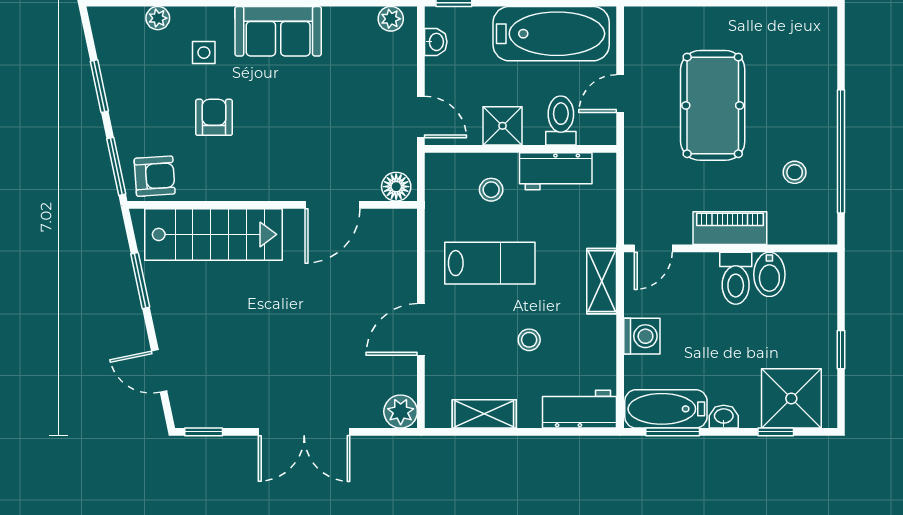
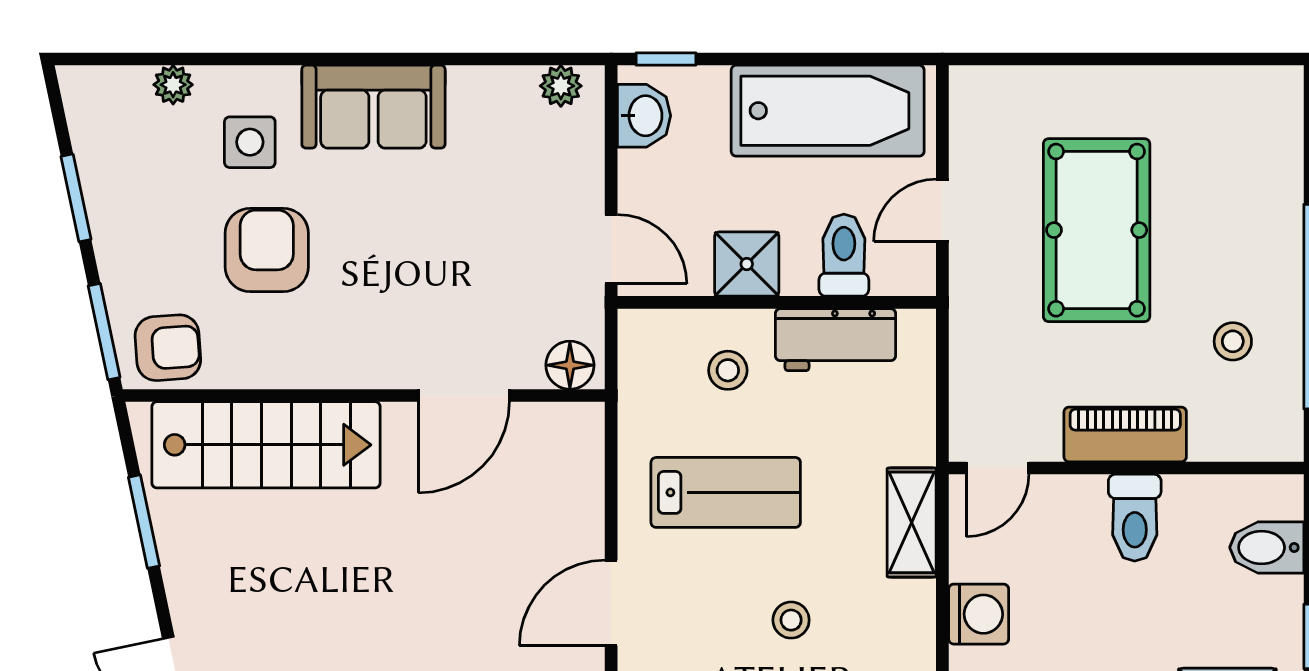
washbasin: (436, 42) -> (644, 116), width x1.38, depth x1.45
side table: (204, 53) -> (250, 142), width x1.37, depth x1.37
armchair: (214, 117) -> (267, 250), width x1.38, depth x1.38
bidet: (769, 274) -> (1267, 547), moved, turned 90

